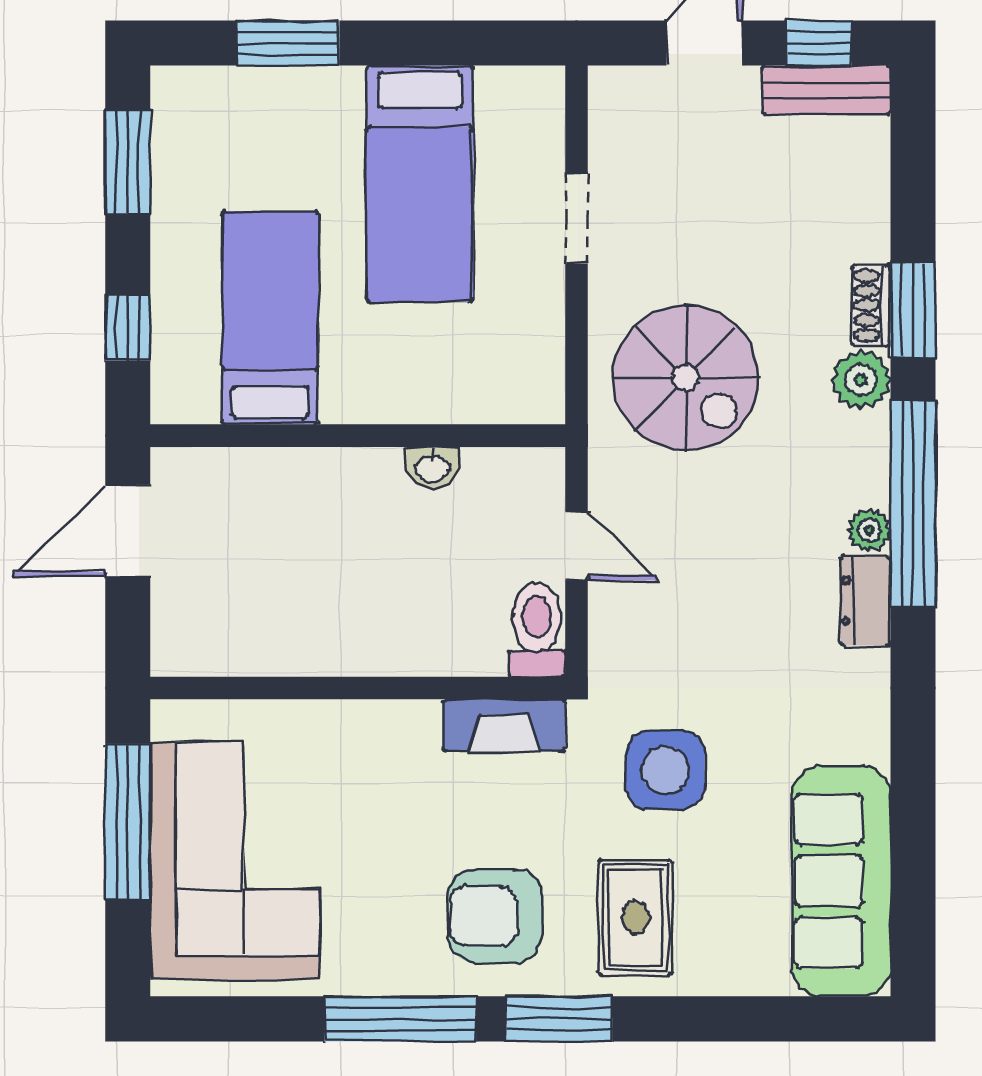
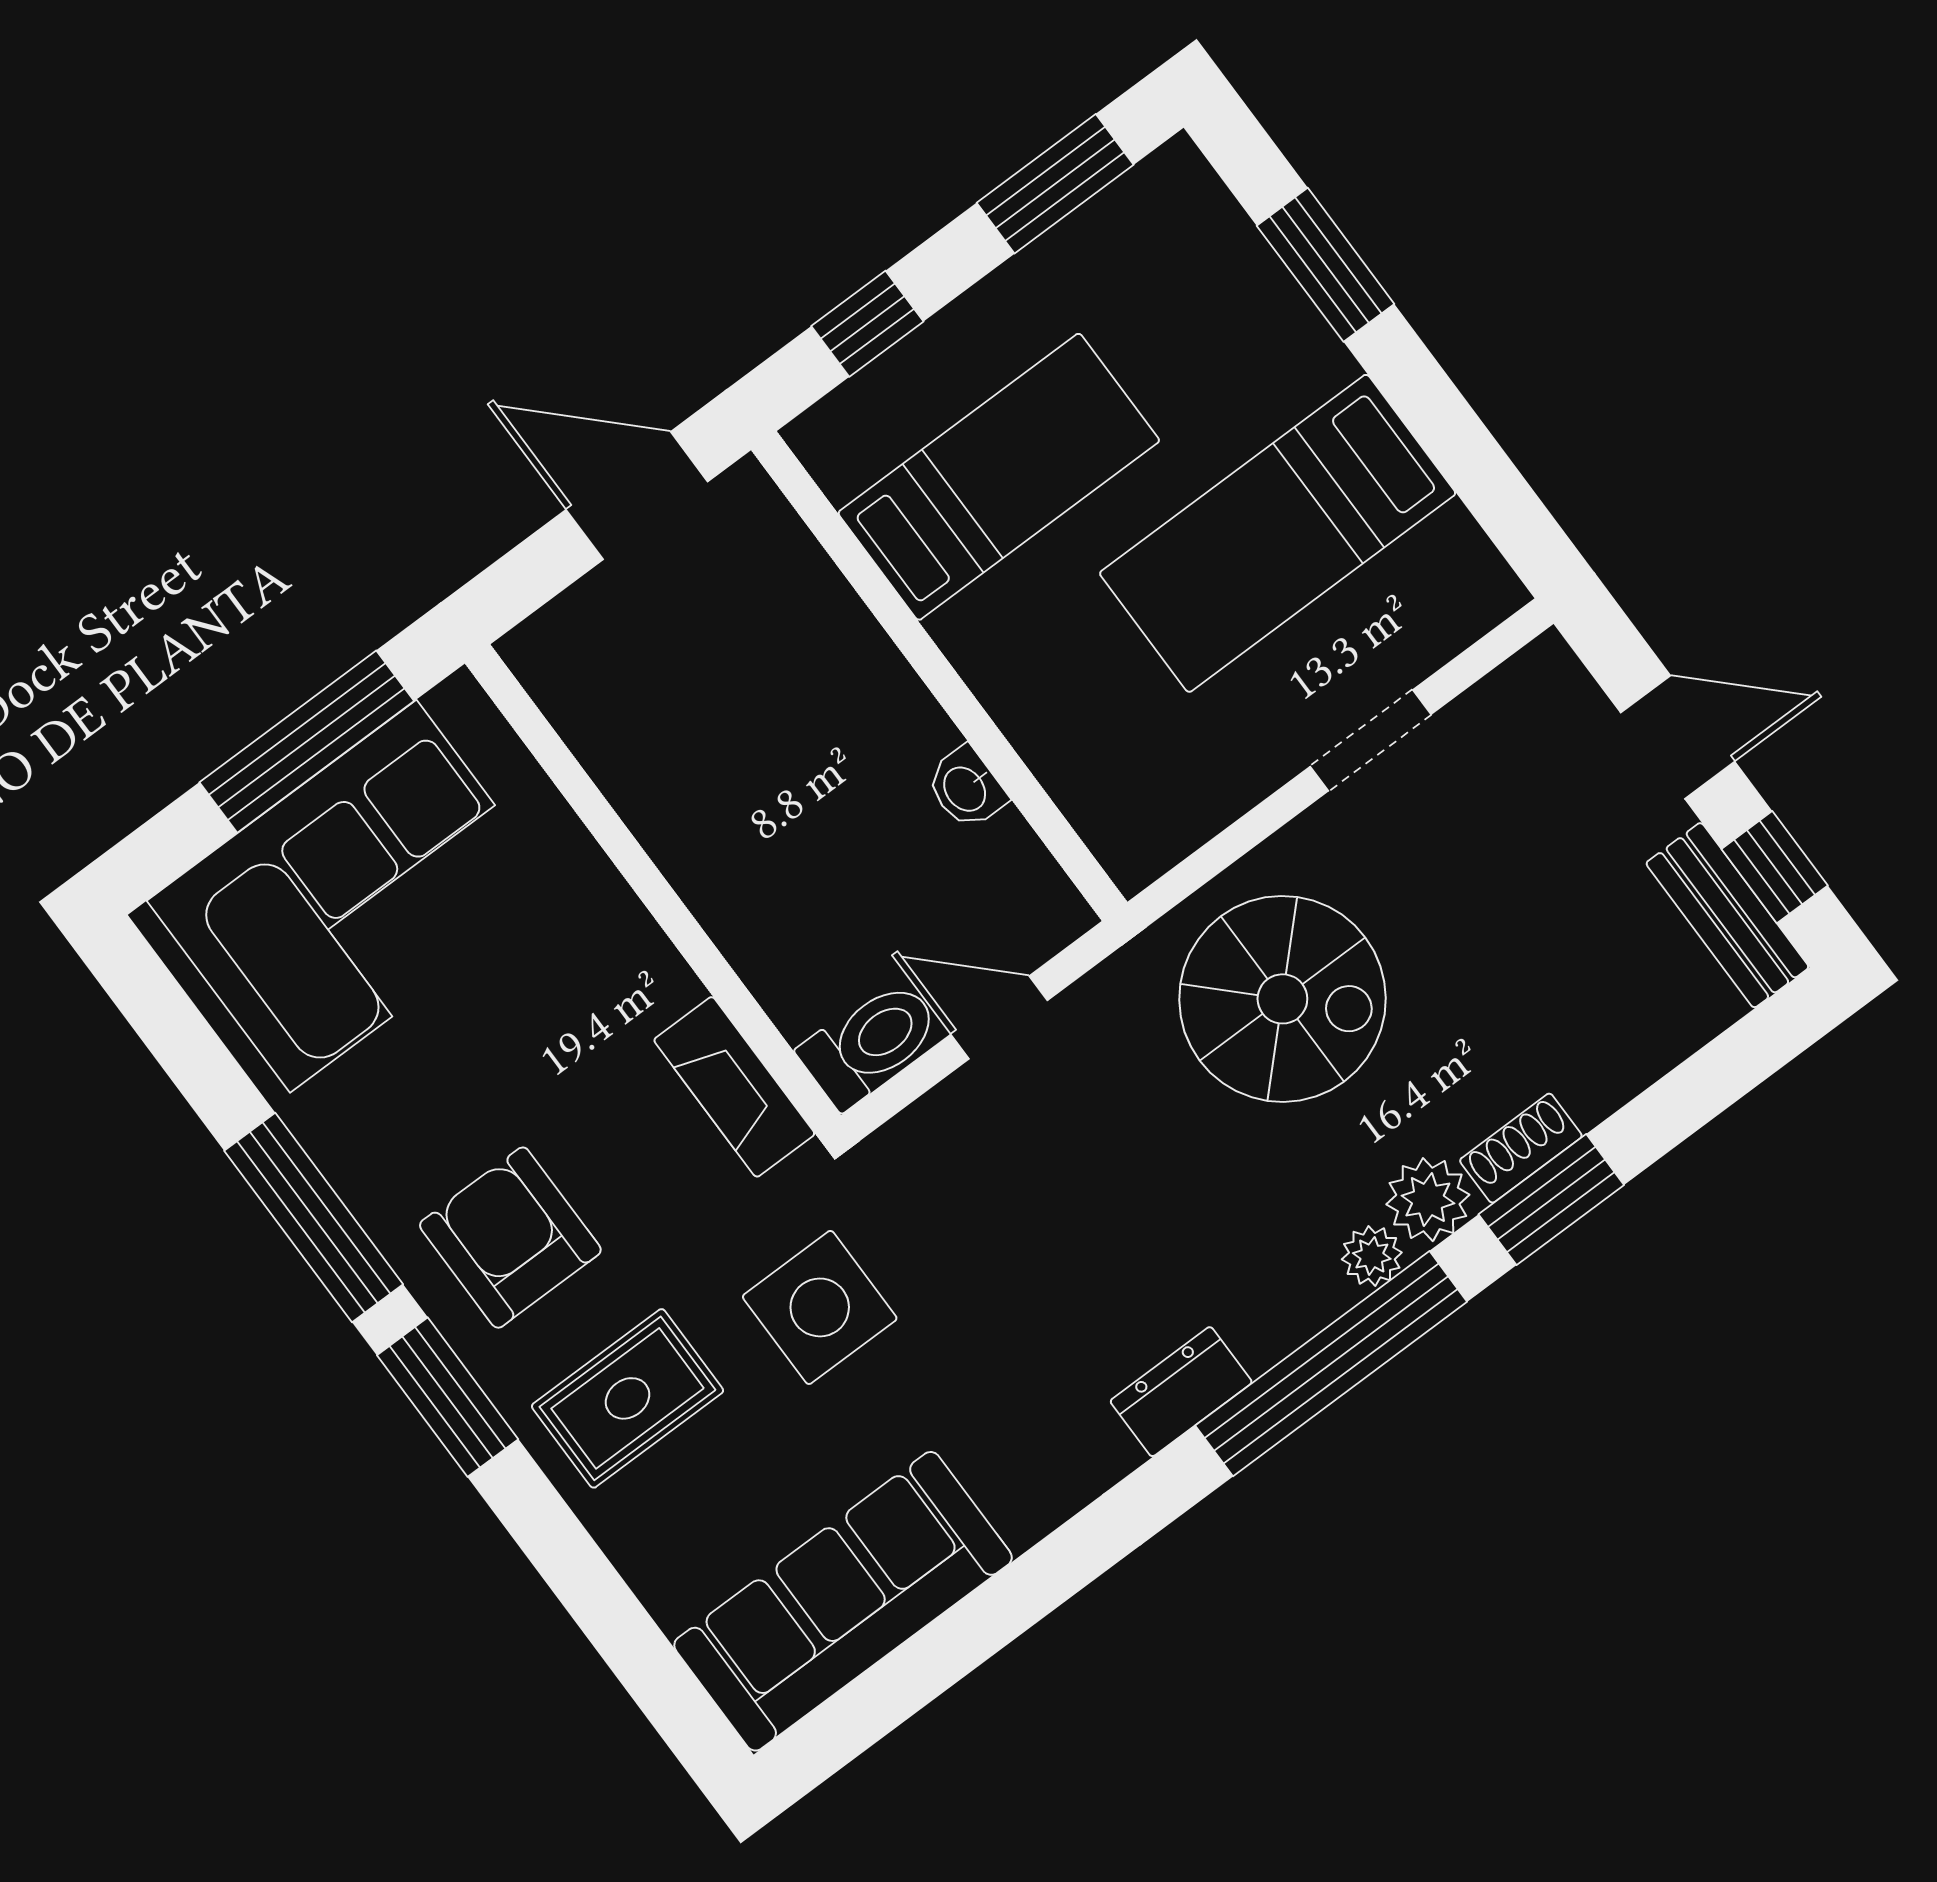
spiral stairs: (686, 378) -> (1282, 999), turned -90
plant: (869, 530) -> (1372, 1256), moved
door: (577, 546) -> (999, 1017), swing flipped

